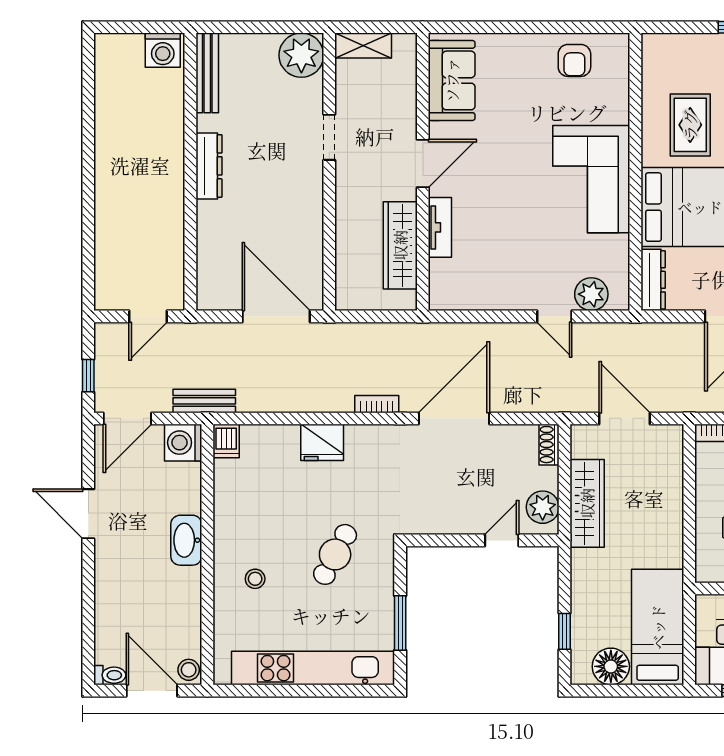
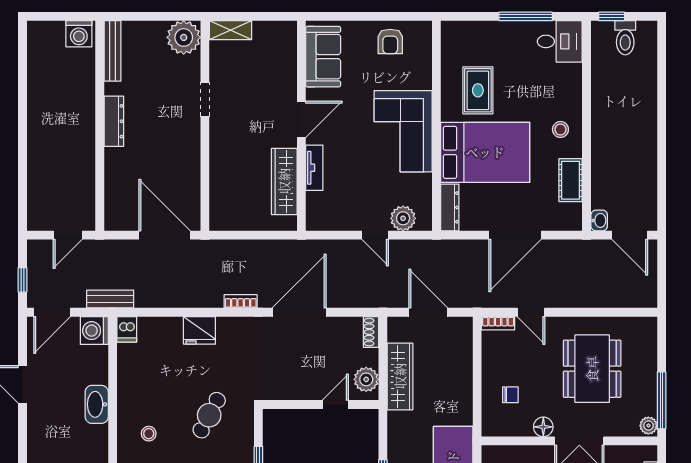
sofa: (452, 80) -> (323, 57), moved
door: (423, 163) -> (301, 119), moved
wall: (423, 172) -> (301, 126), moved
tv unit: (440, 227) -> (314, 168), moved
wardrobe: (400, 245) -> (284, 181), moved

